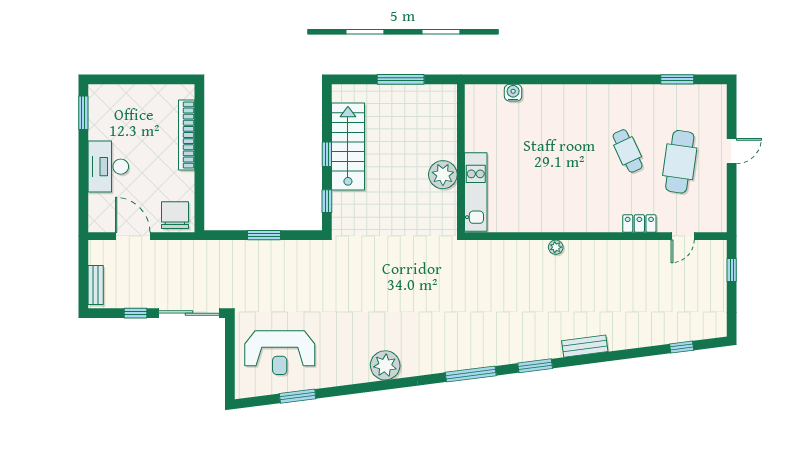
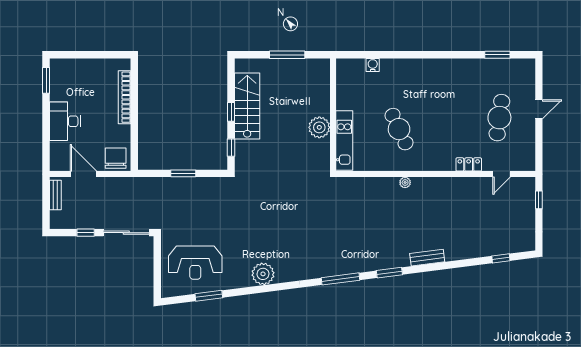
cafe table: (628, 151) -> (399, 129), moved, width x1.37, depth x1.35
bench: (96, 285) -> (55, 195), moved
plant: (385, 365) -> (263, 274), moved

